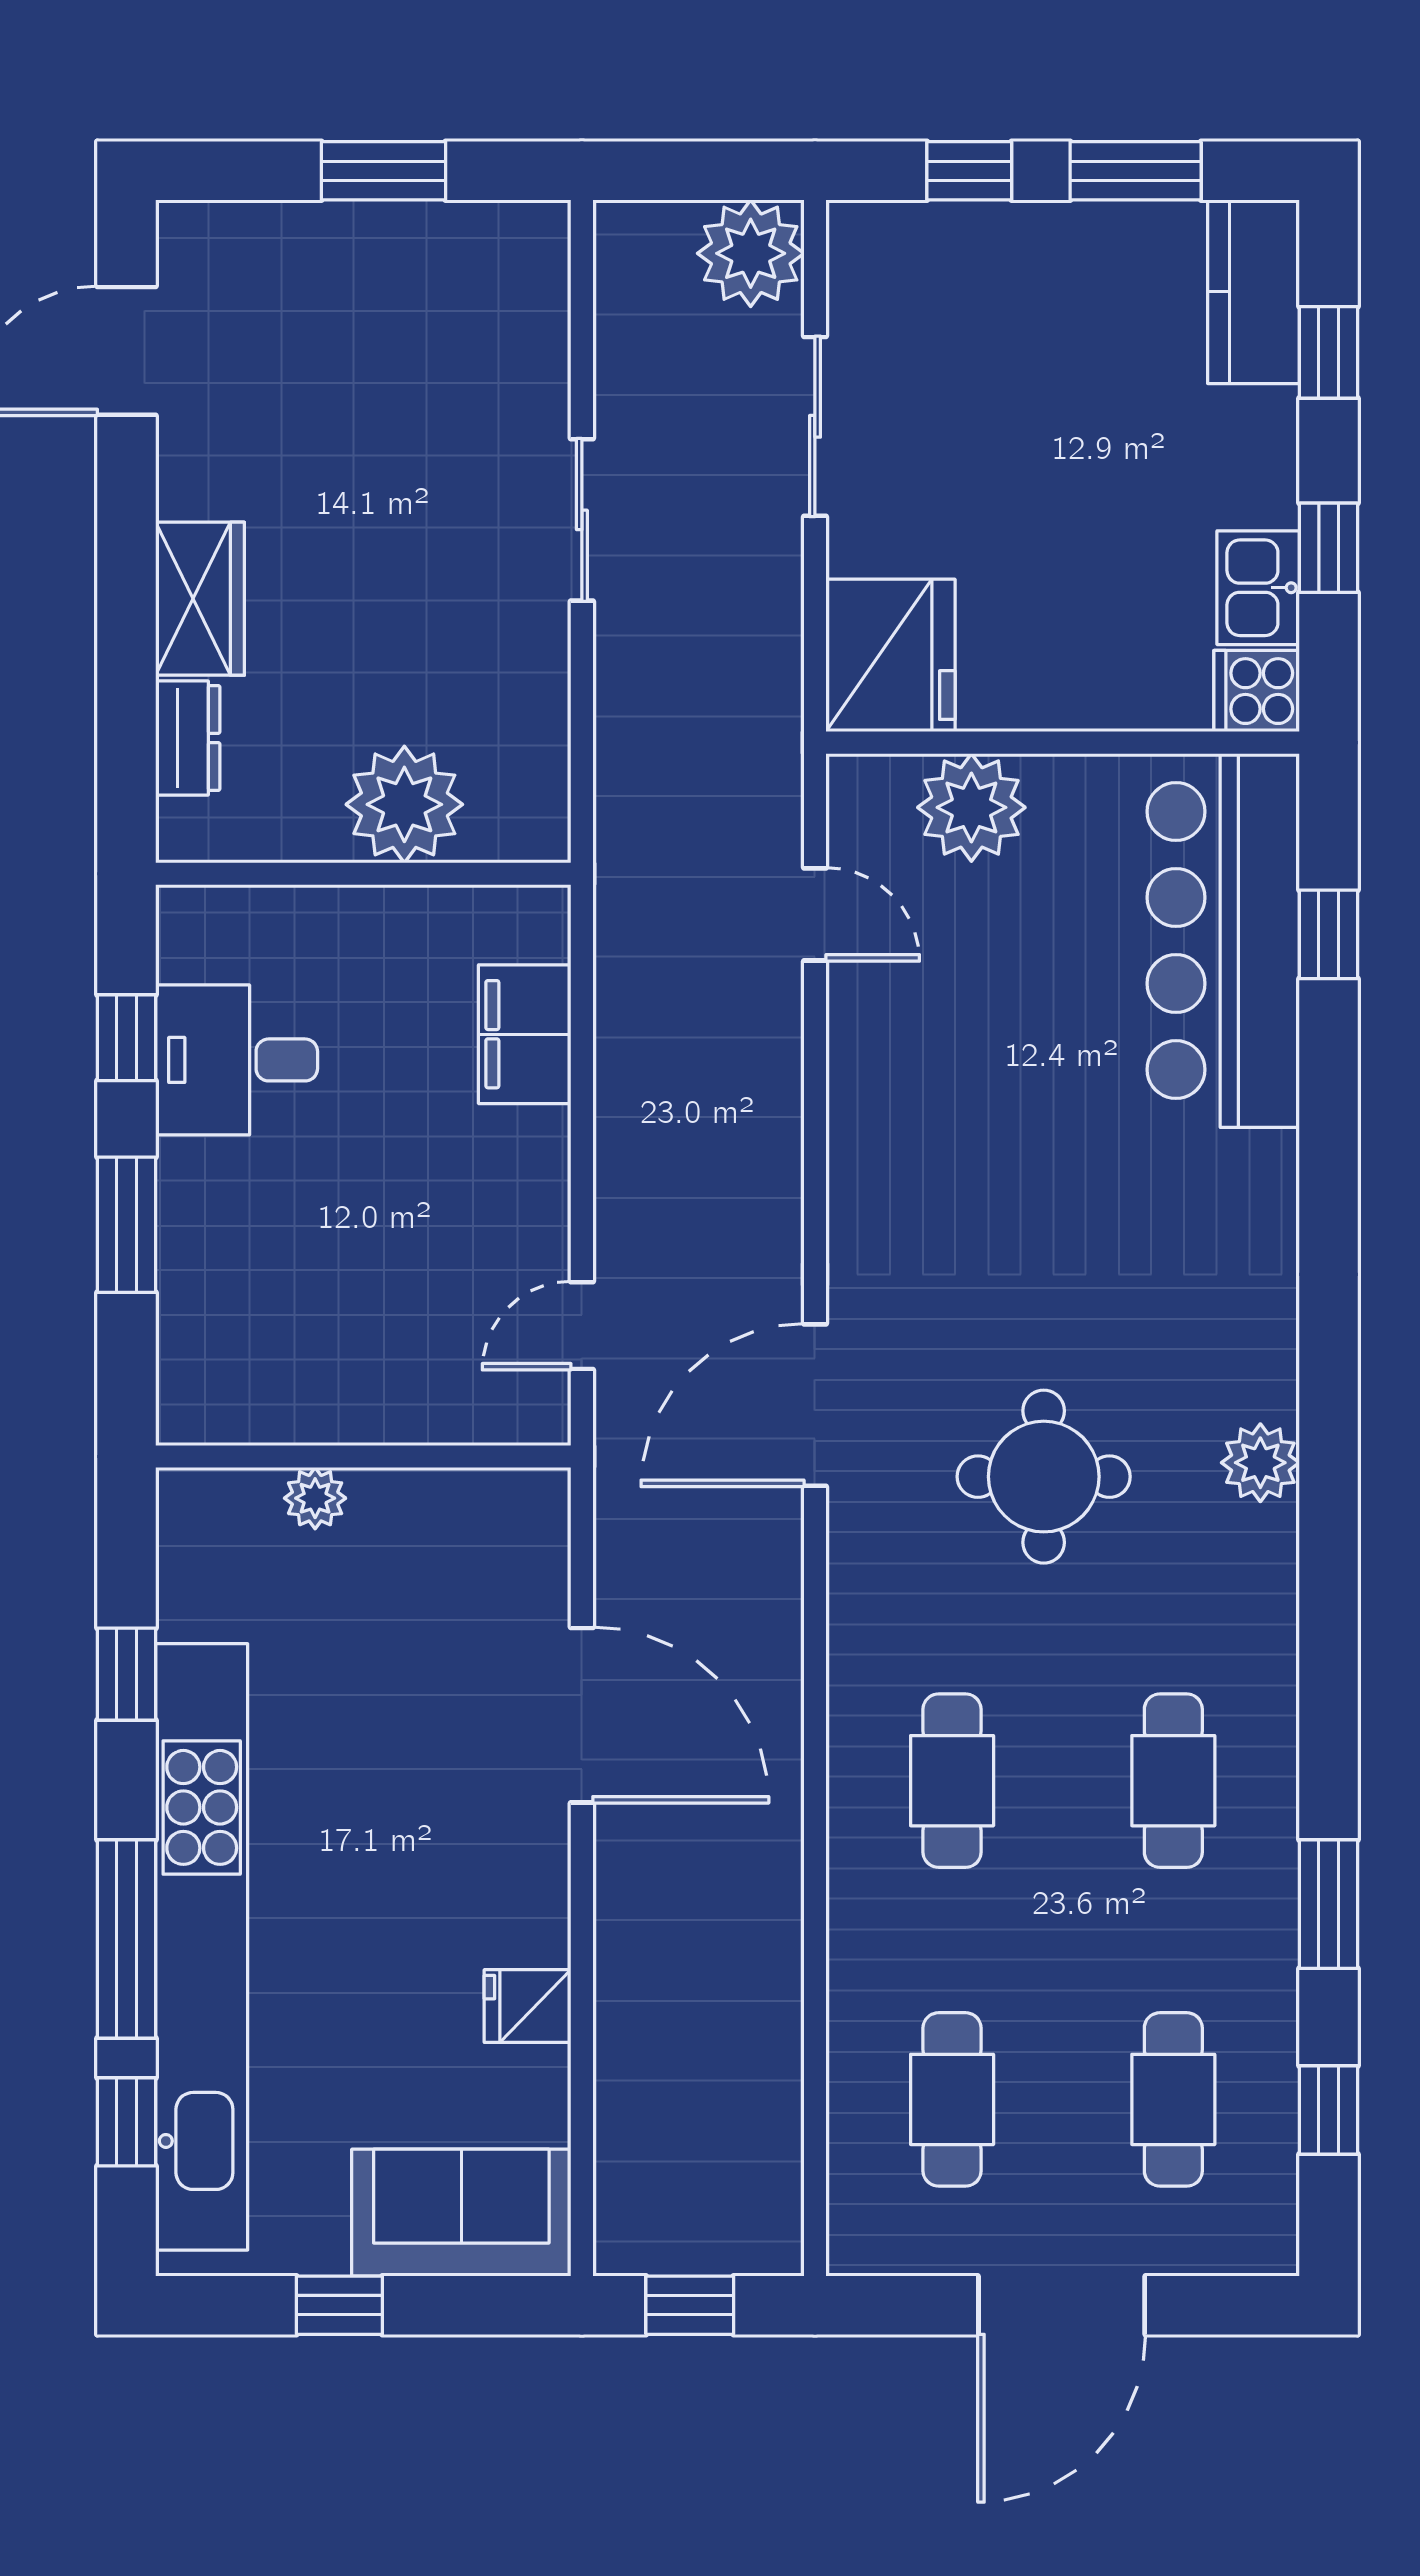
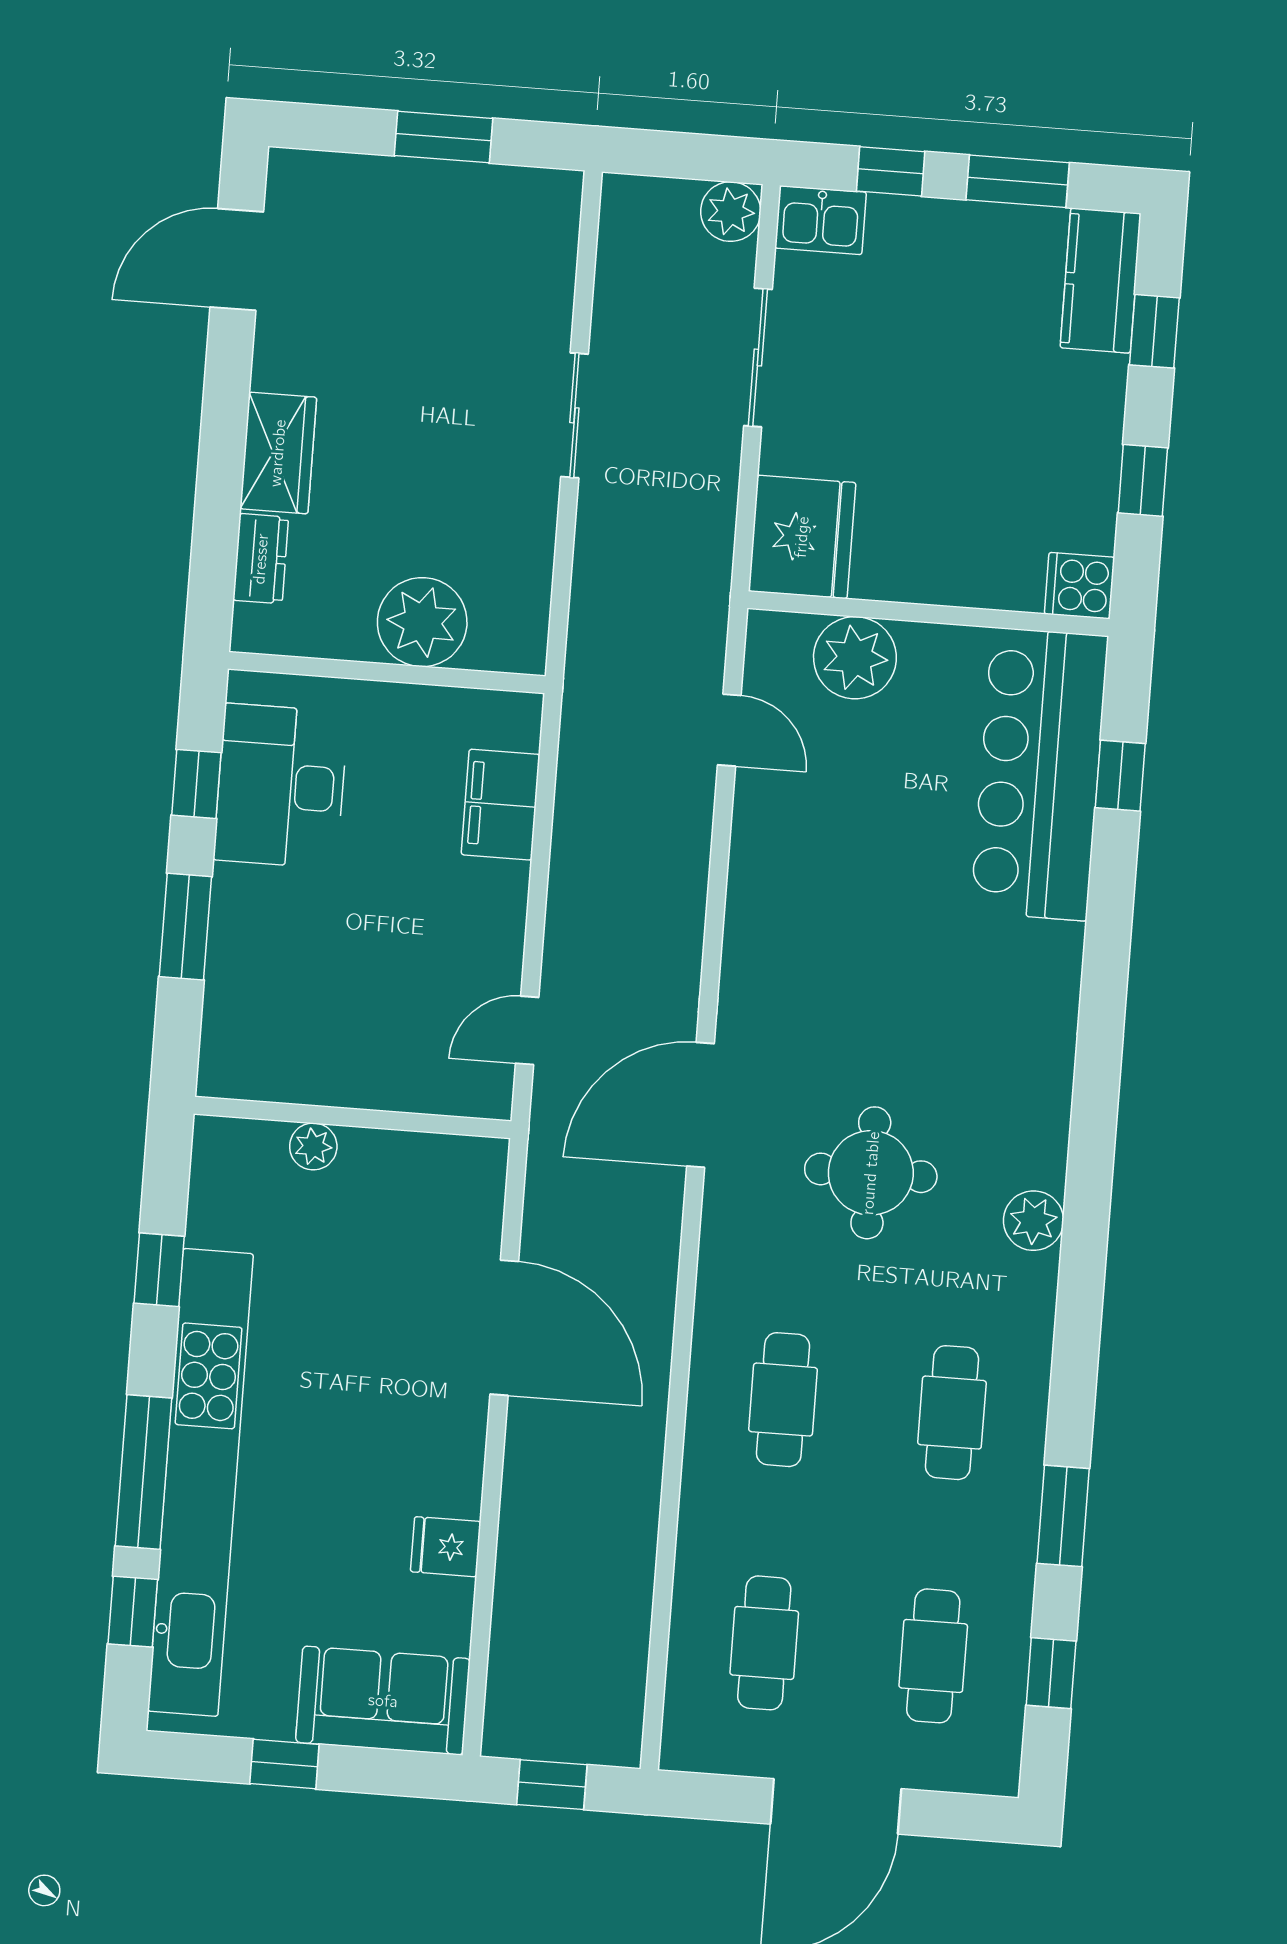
plant: (751, 253) -> (731, 212), width x0.73, depth x0.73
kitchen sink: (1258, 588) -> (821, 220), moved, turned -90
desk: (237, 1060) -> (281, 786), width x1.37
plant: (1260, 1463) -> (1034, 1221), moved

